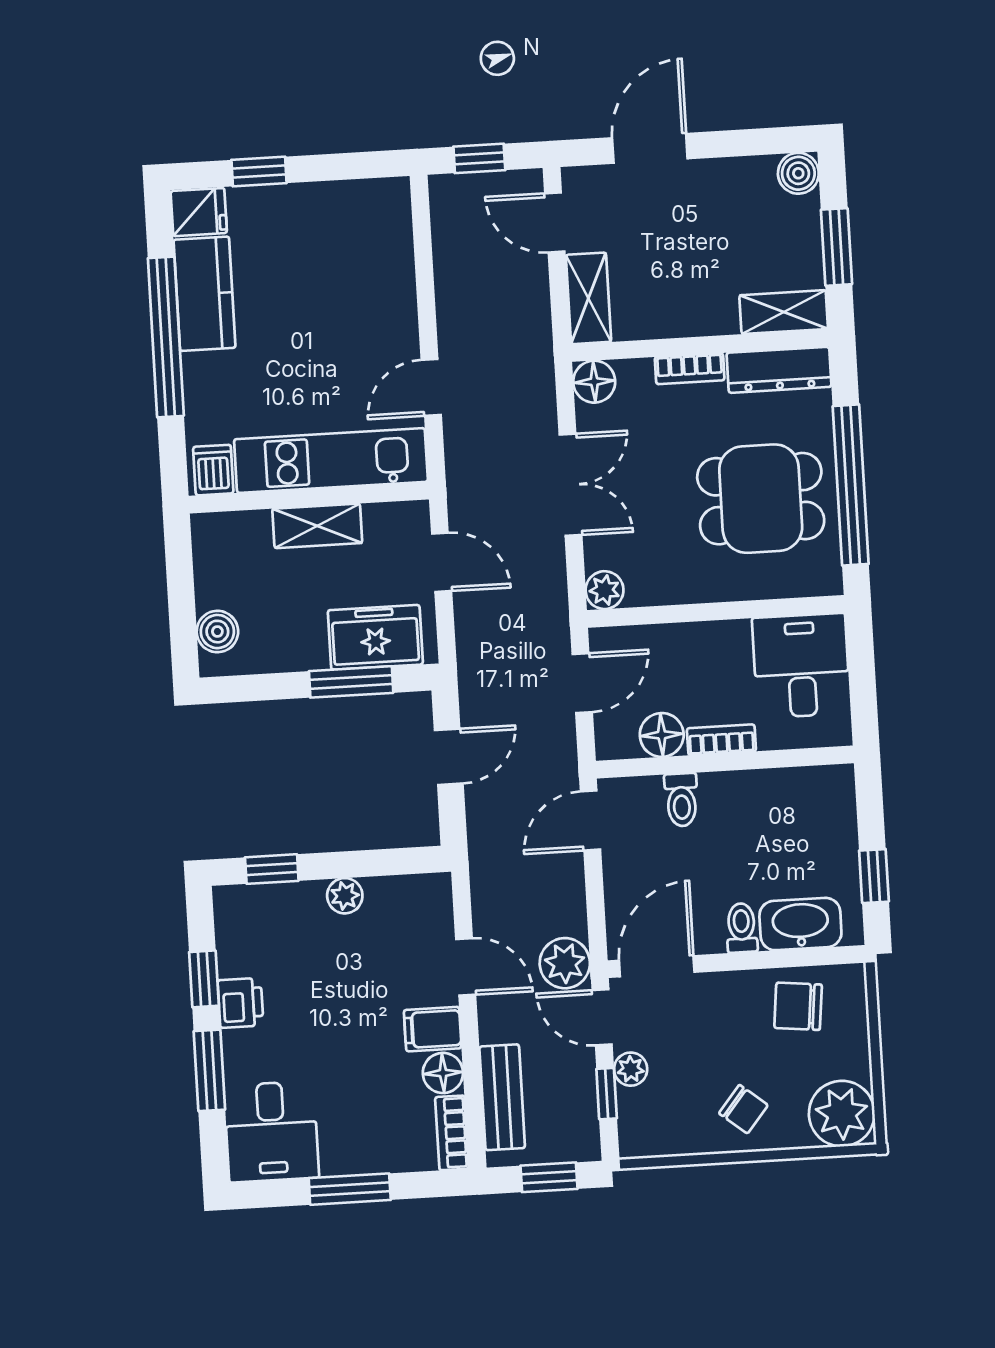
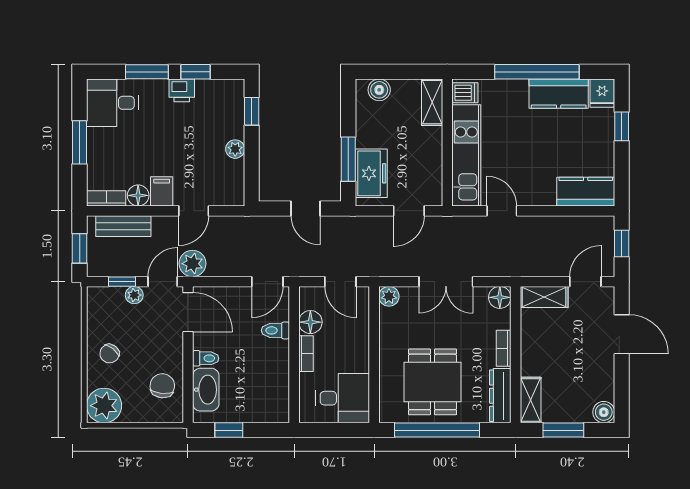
kitchen counter: (386, 232) -> (586, 192), added
shelving: (317, 526) -> (432, 102), moved
door: (590, 820) -> (267, 282), swing flipped

